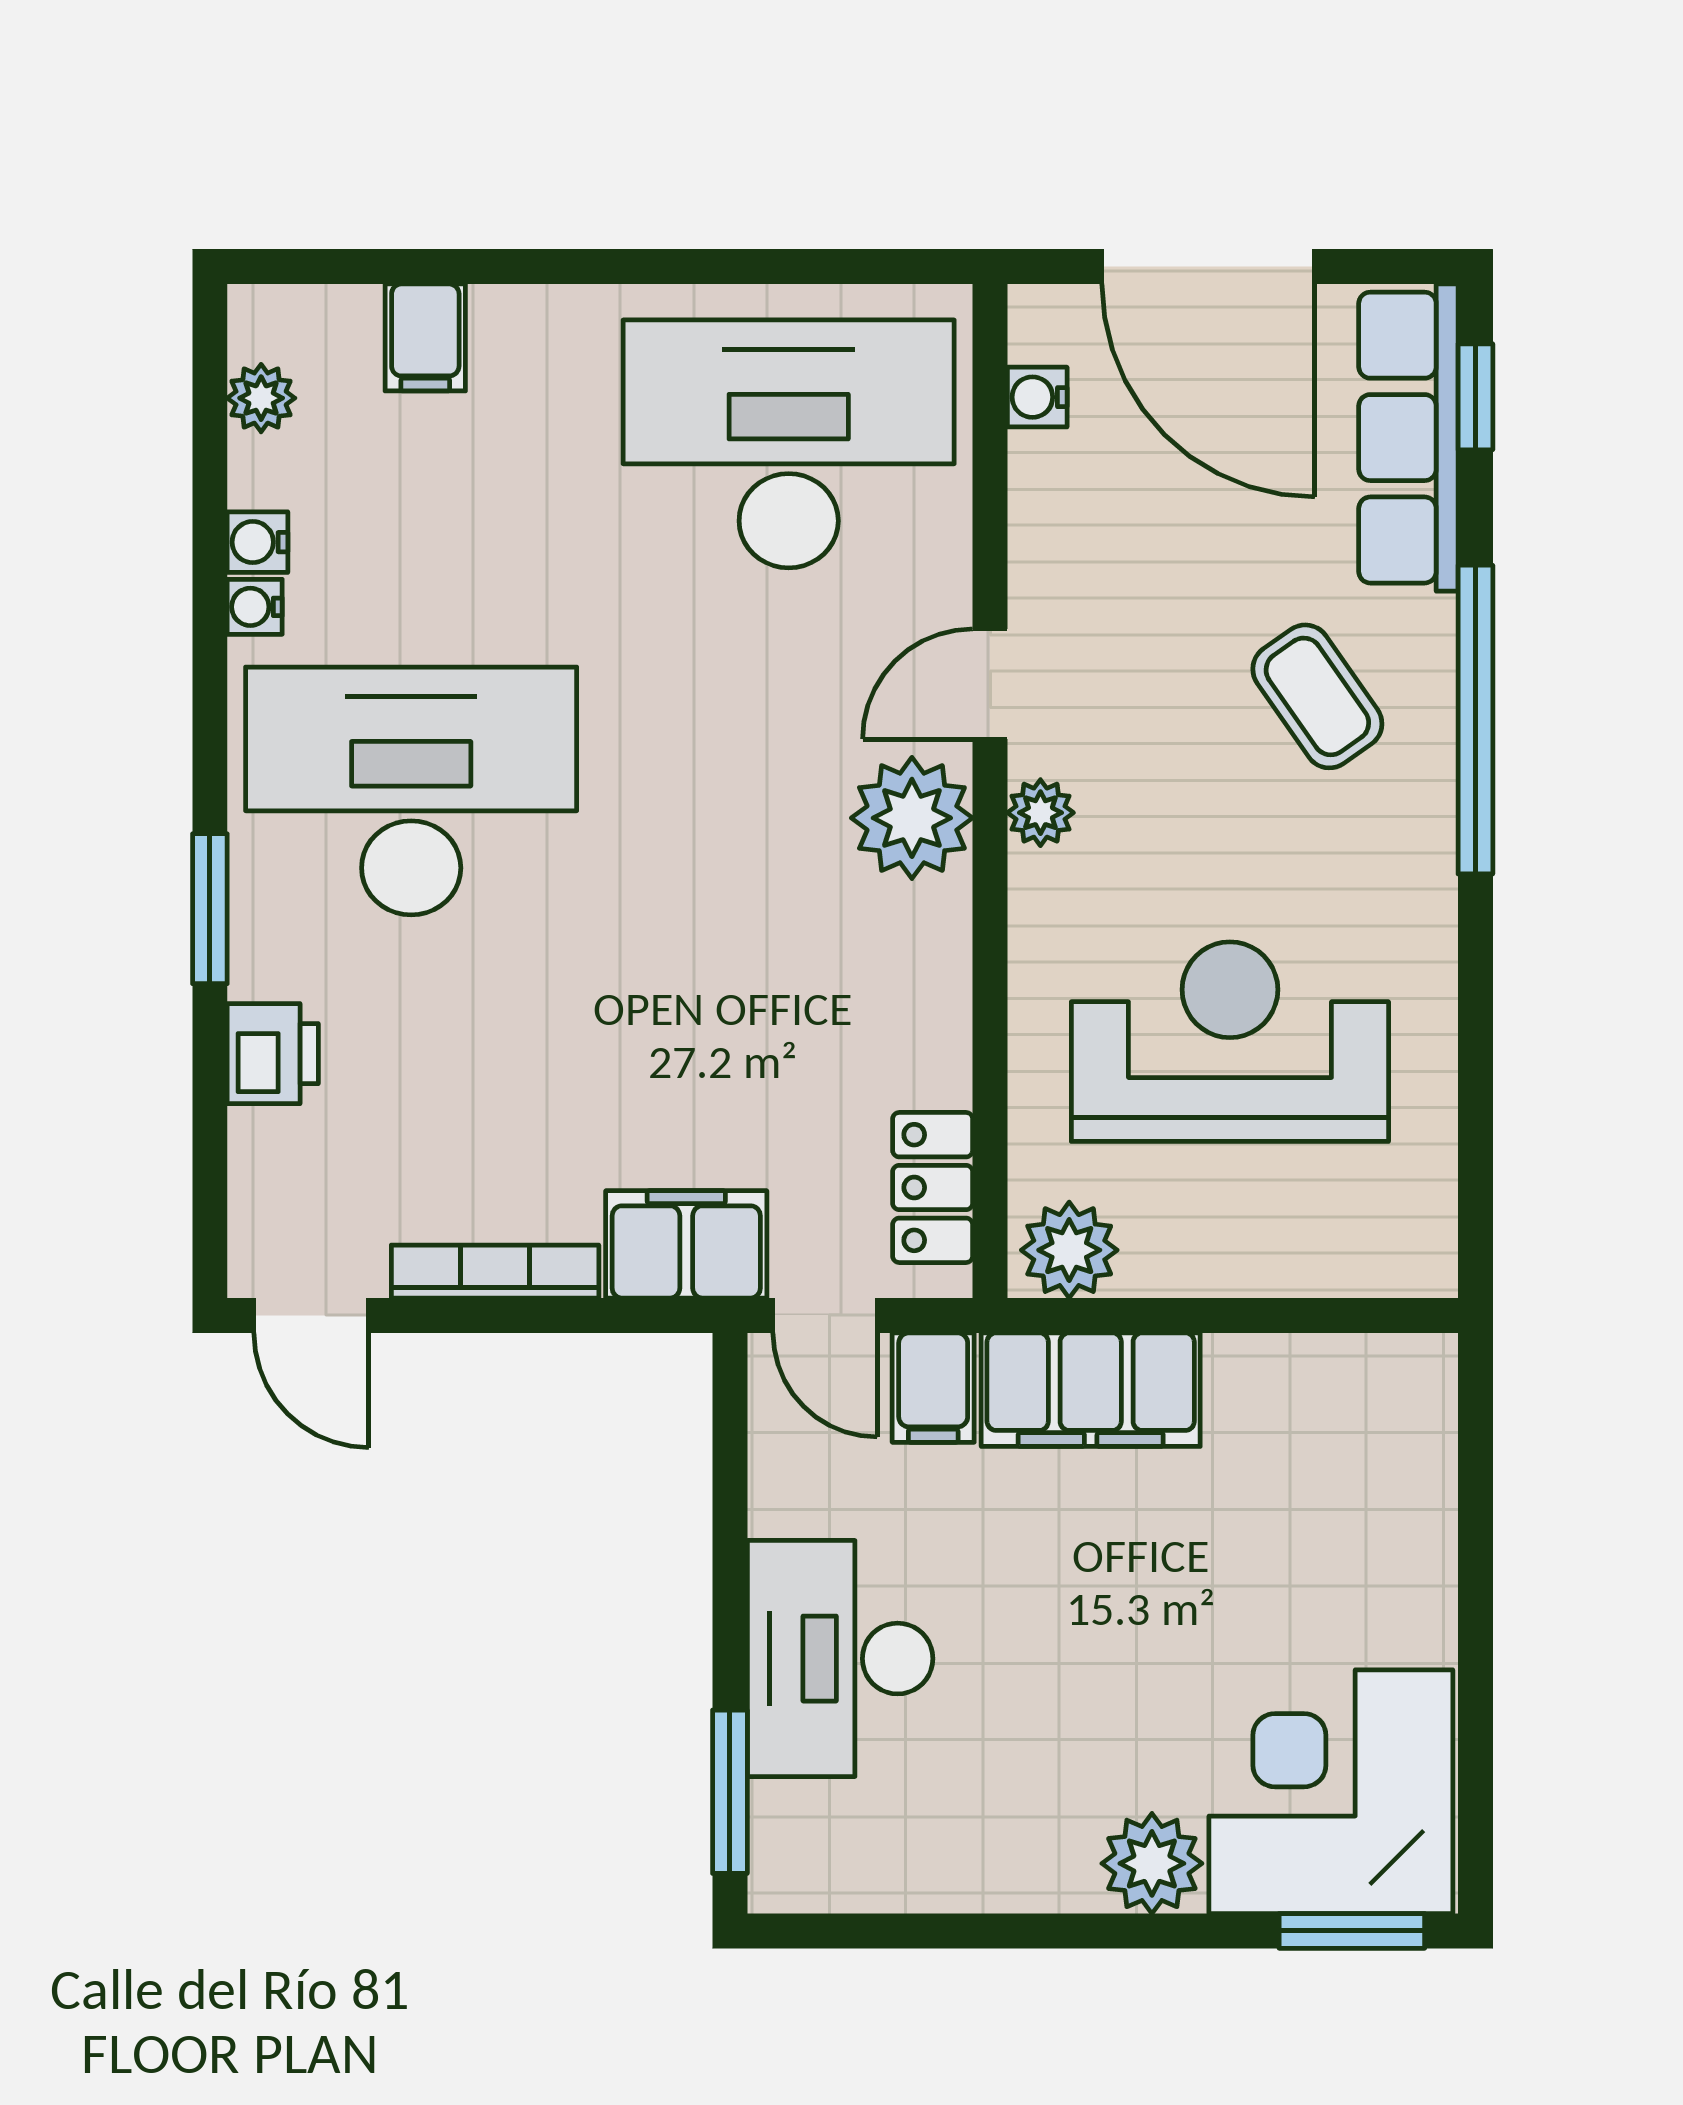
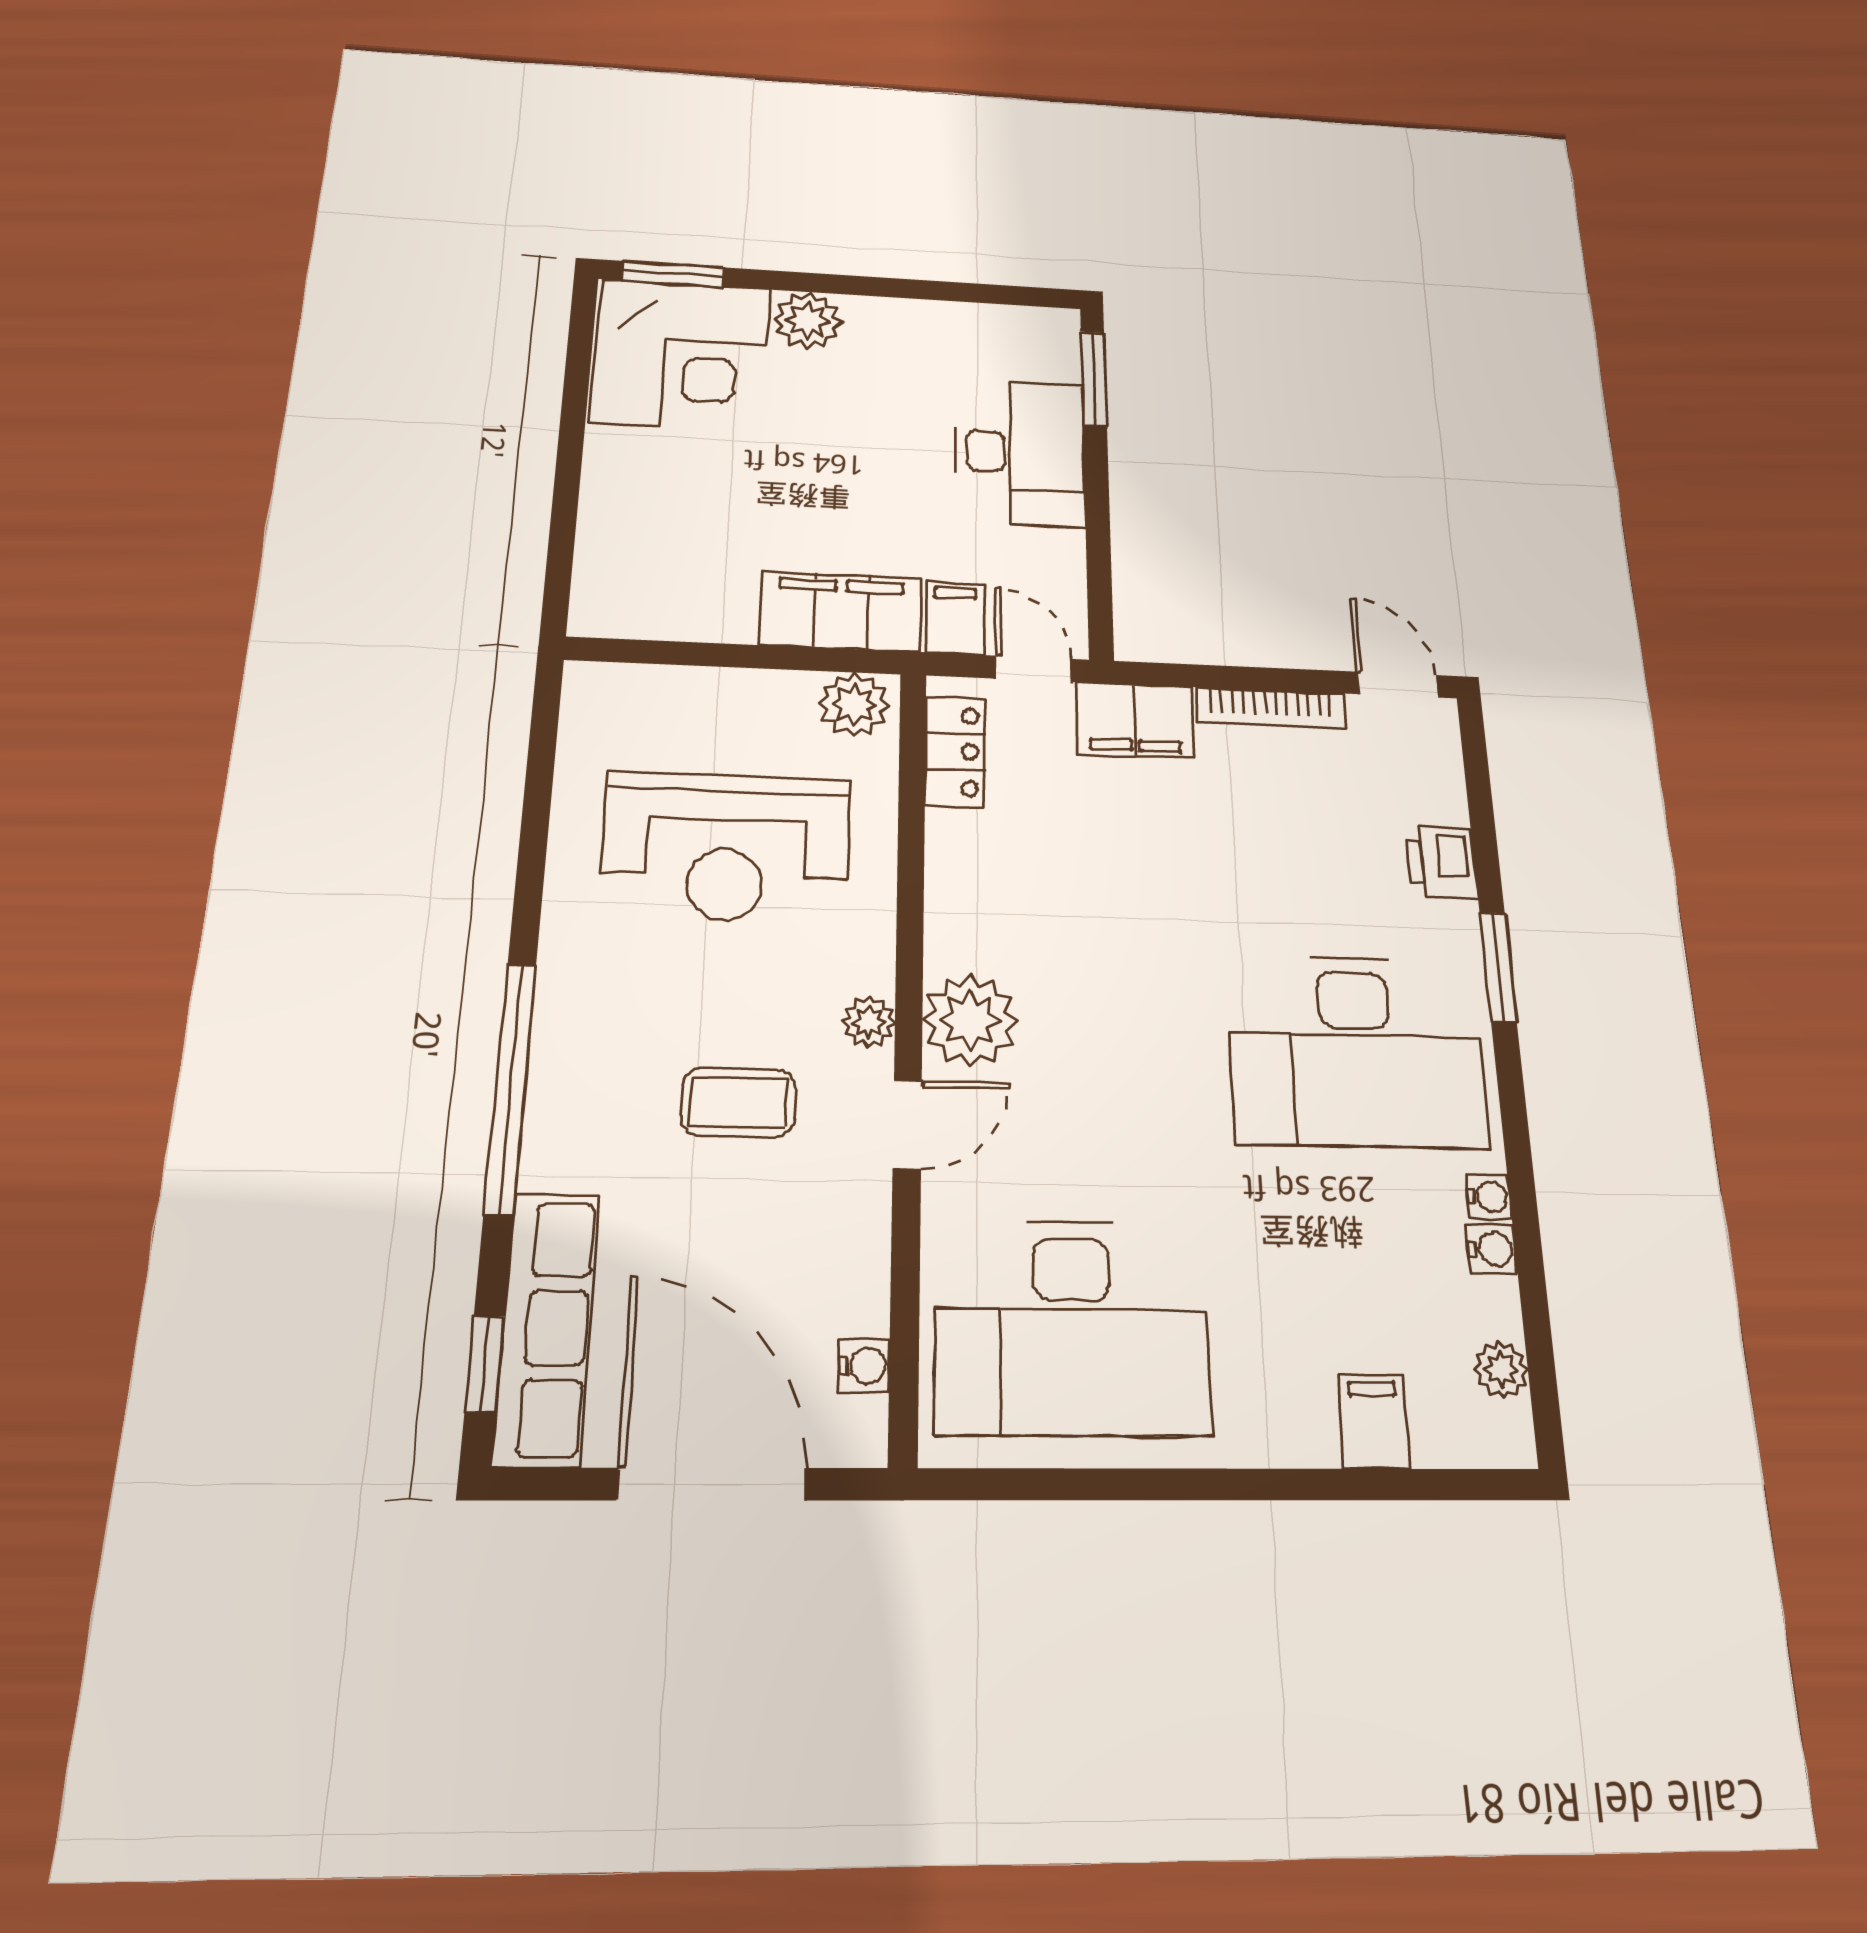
coffee table: (1317, 696) -> (738, 1102), moved, turned -55

